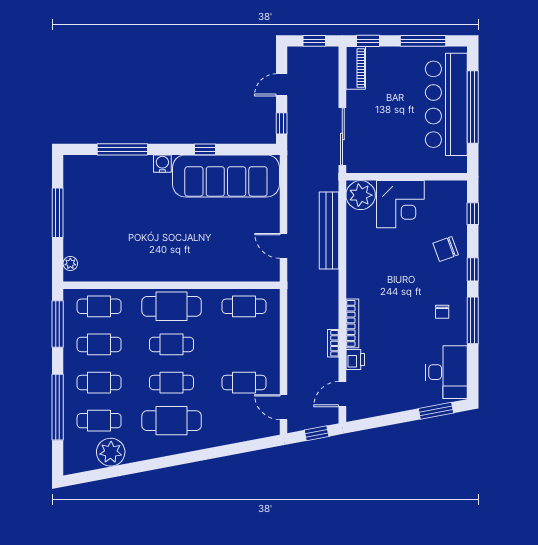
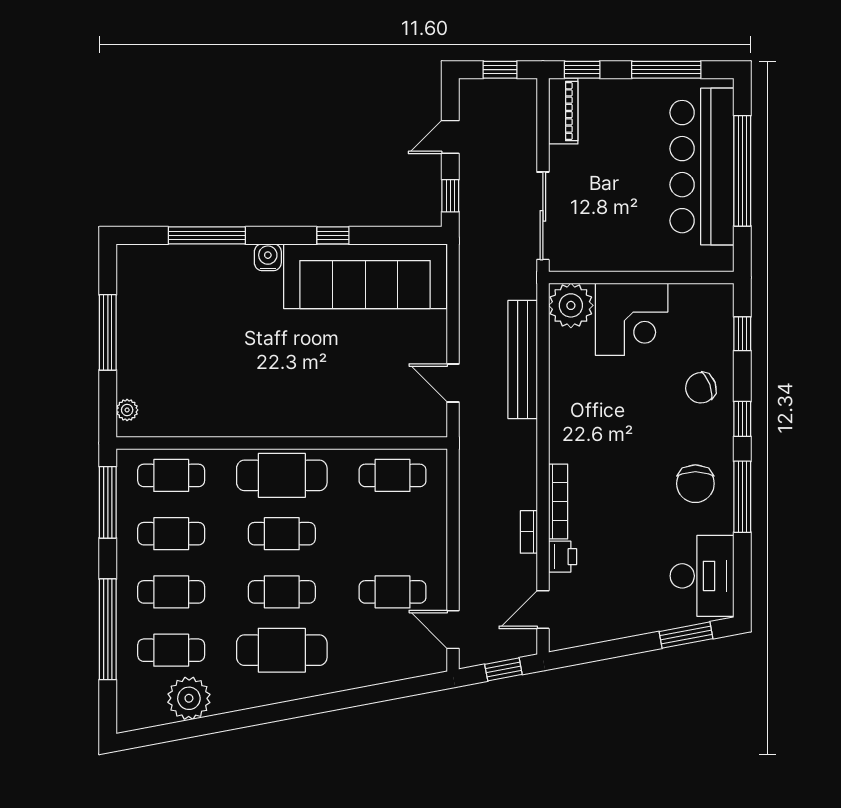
chair: (442, 312) -> (695, 484), width x1.87, depth x1.87

